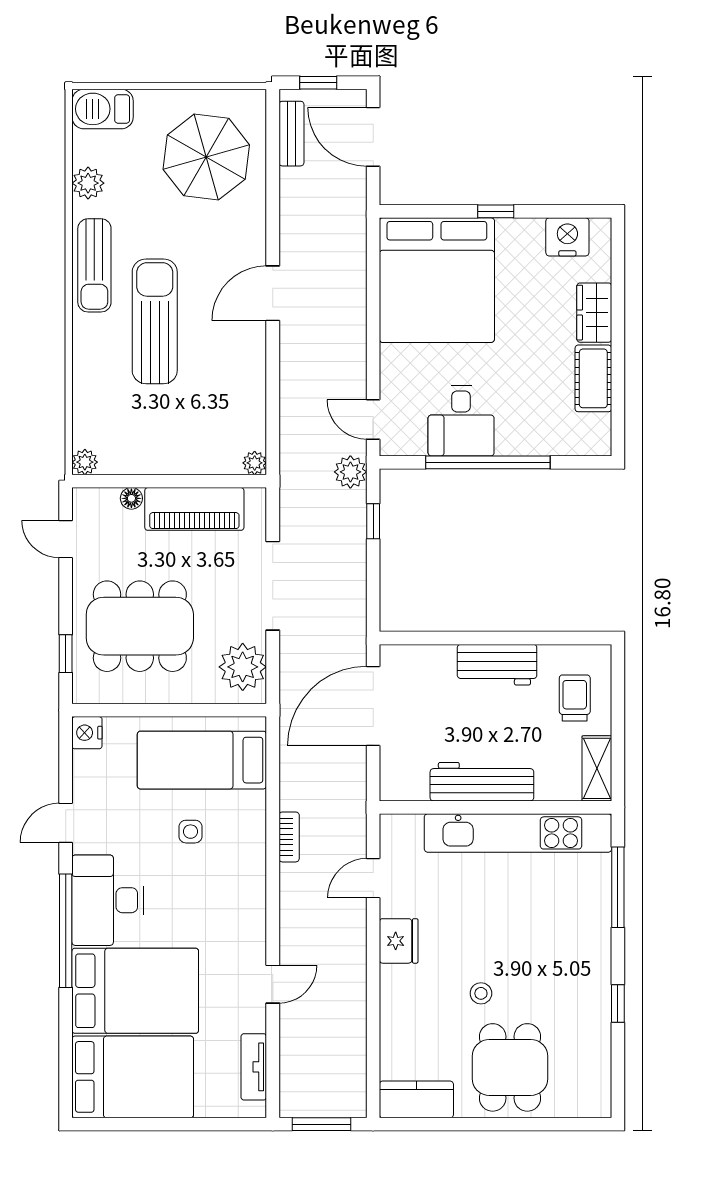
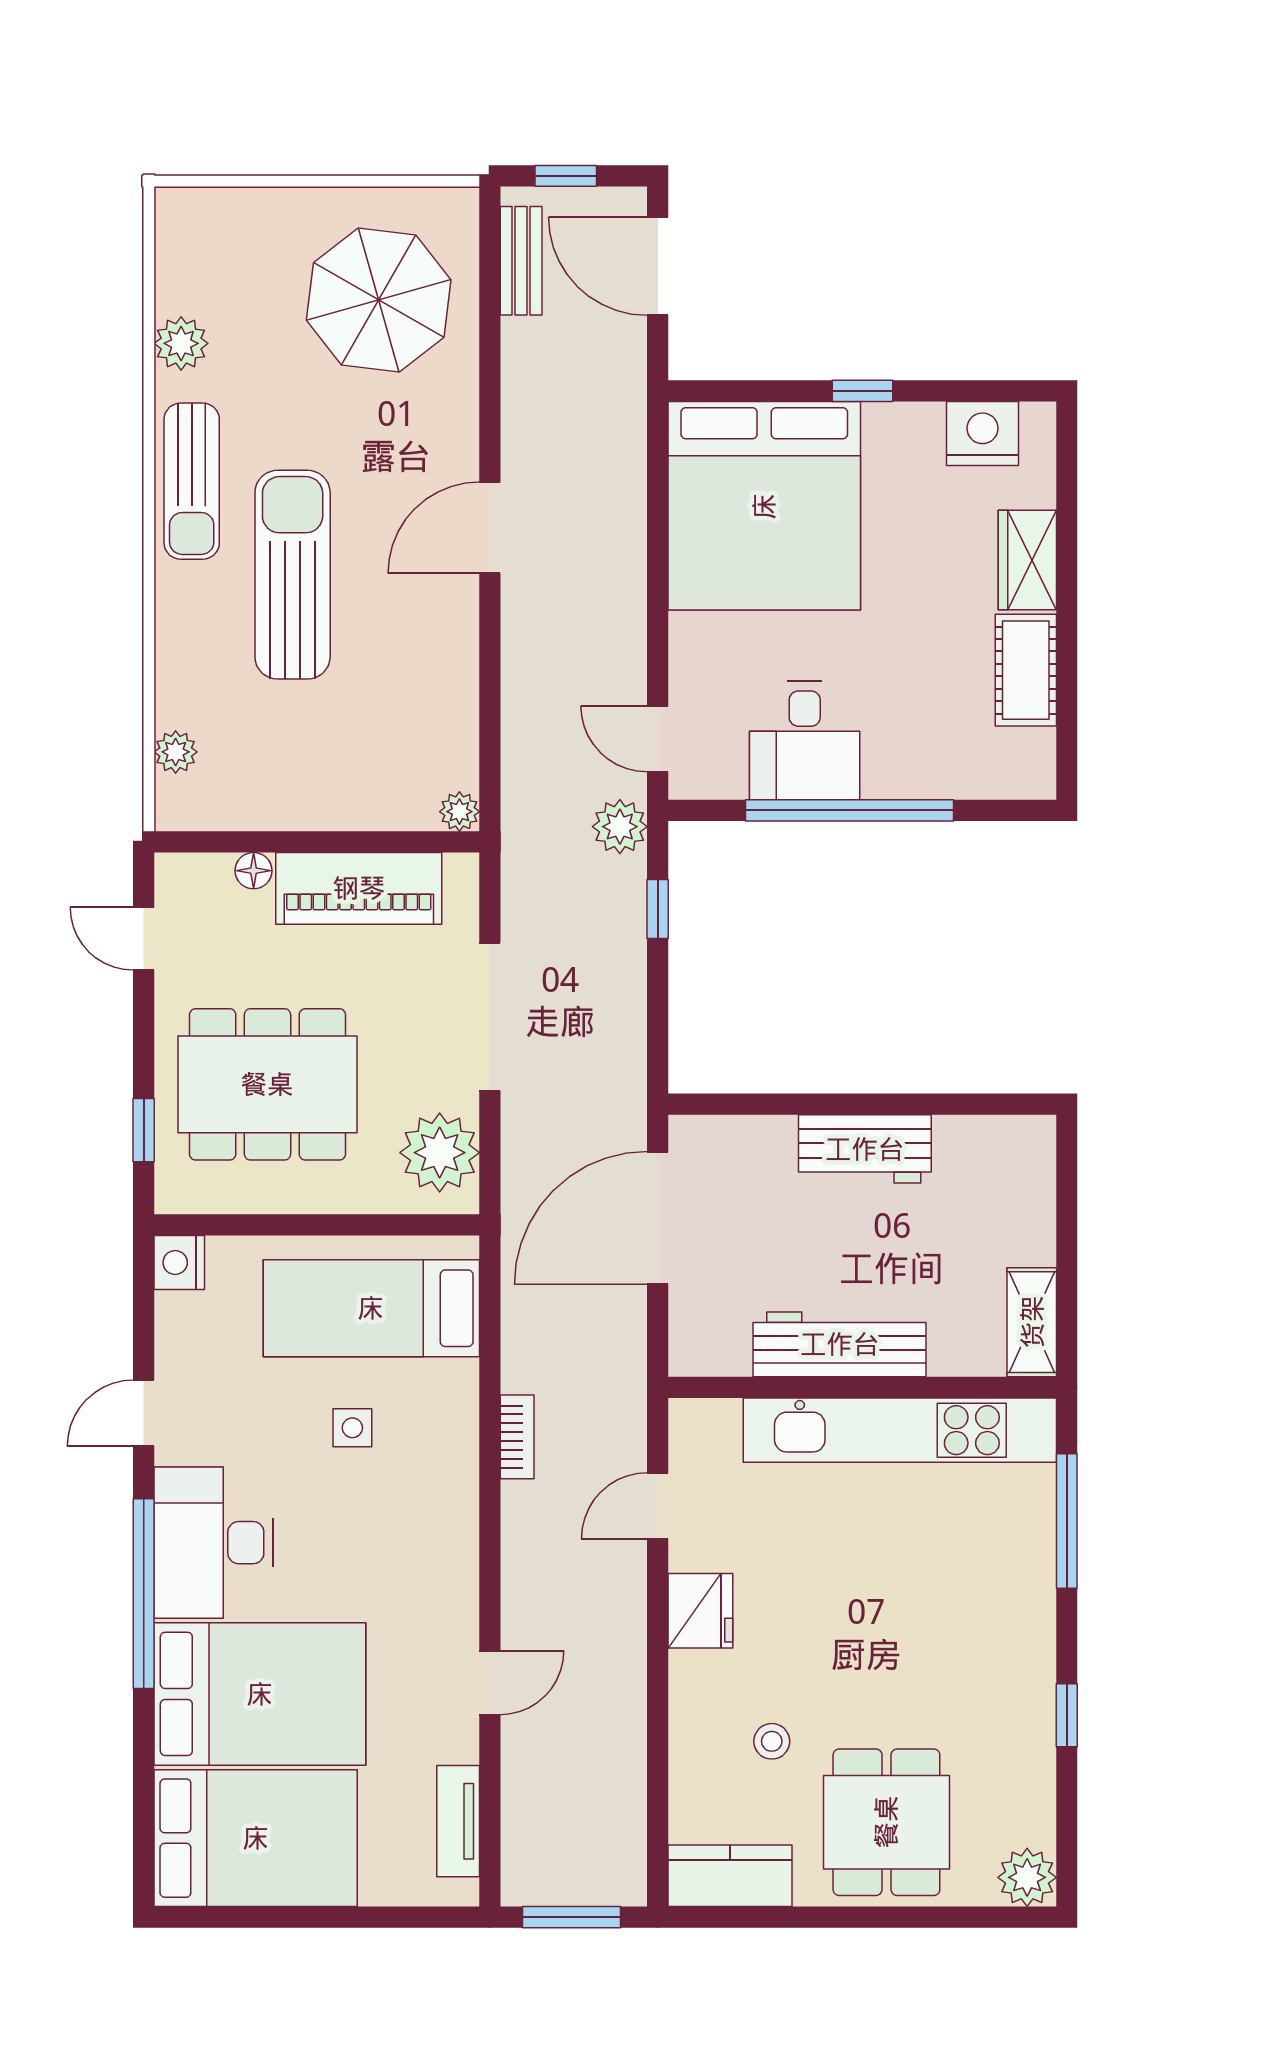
barbecue: (103, 109) -> (205, 220), removed
plant: (85, 462) -> (176, 752), moved
trolley: (575, 698) -> (995, 1204), removed
stool: (481, 993) -> (772, 1741), moved
plant: (594, 1100) -> (1027, 1877), added

